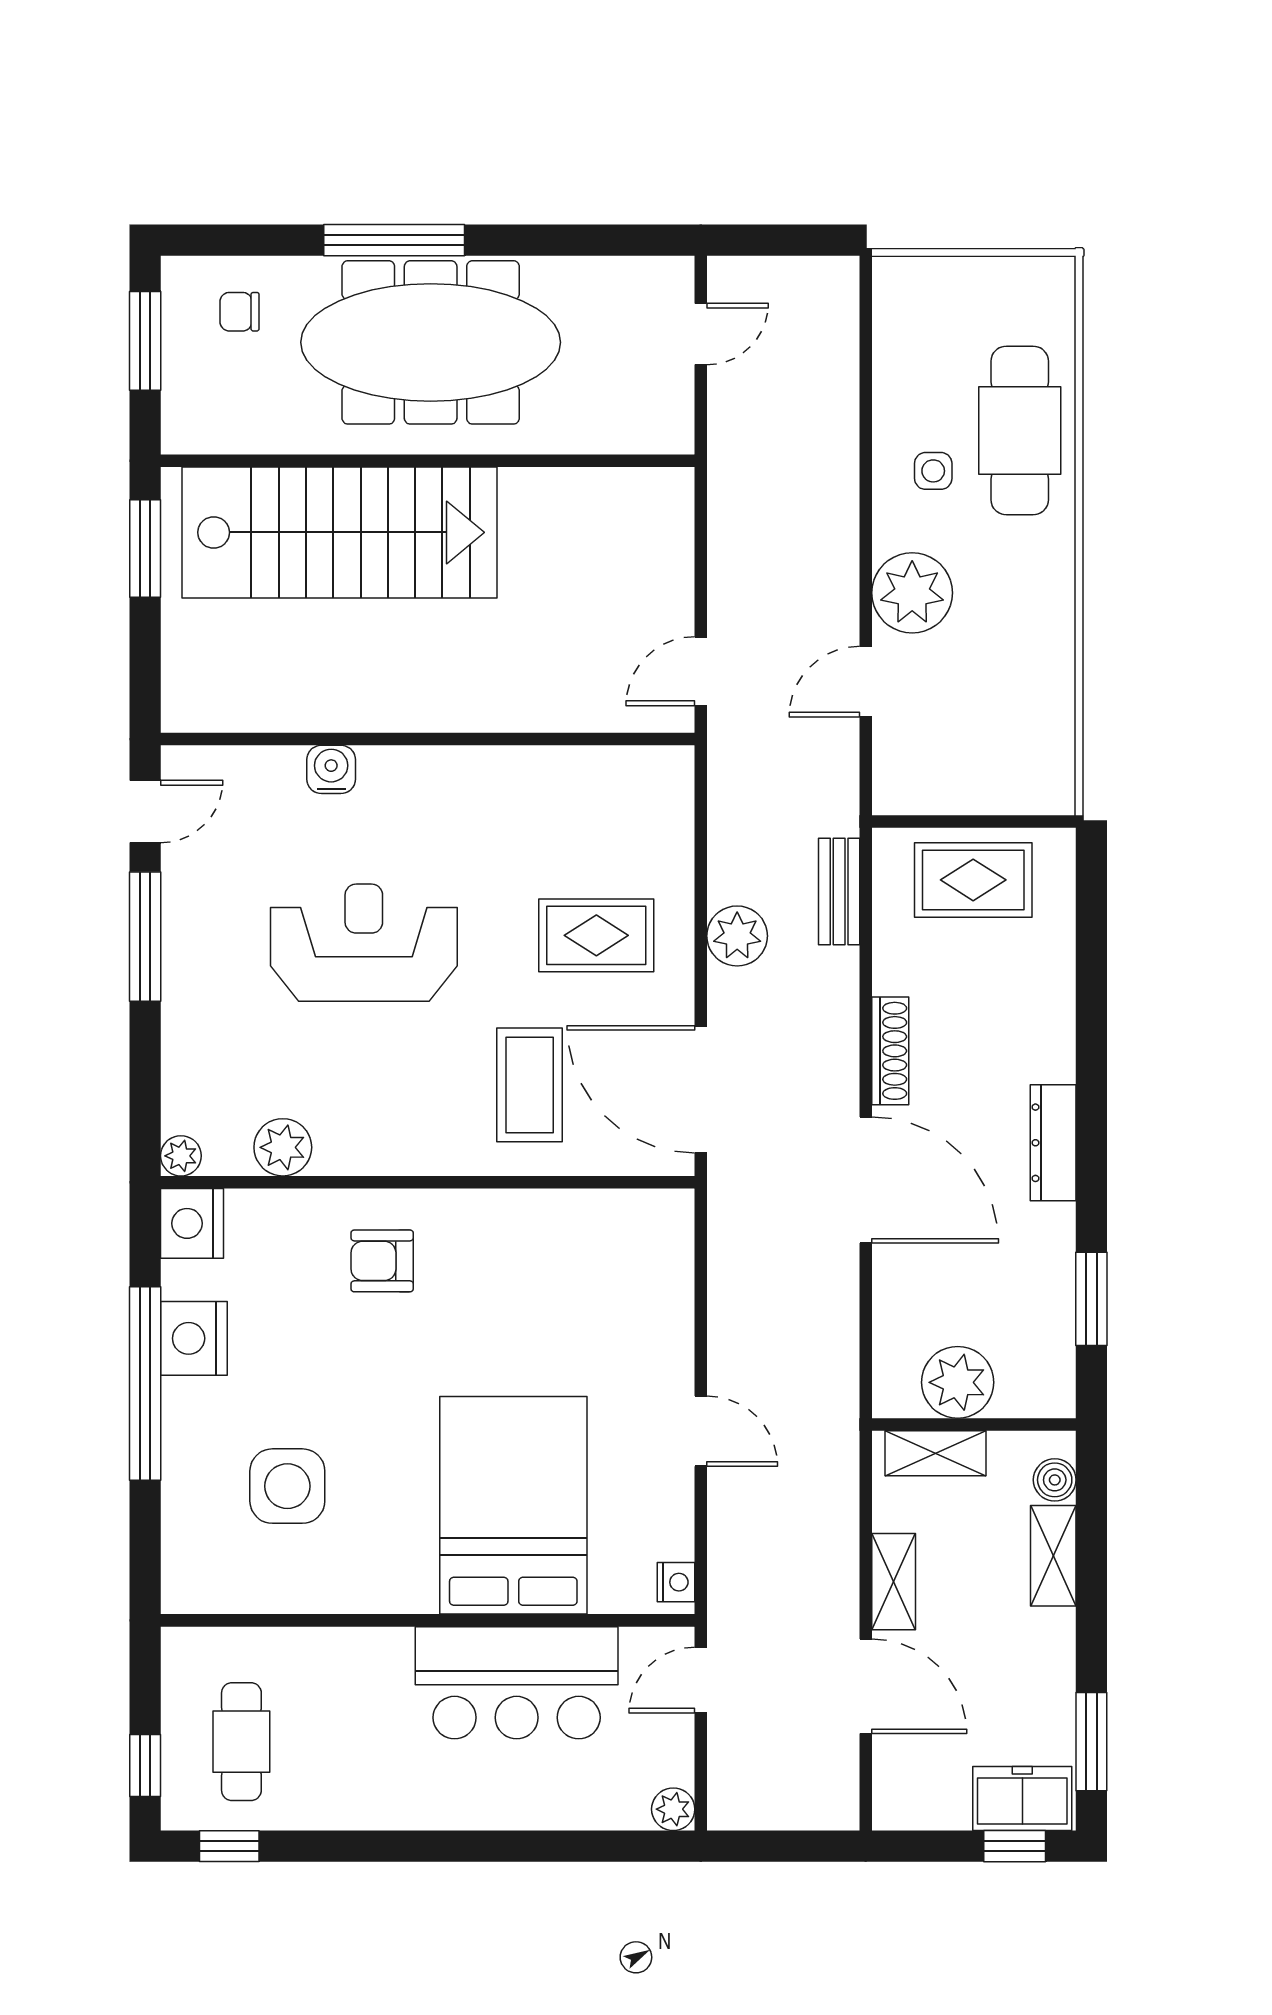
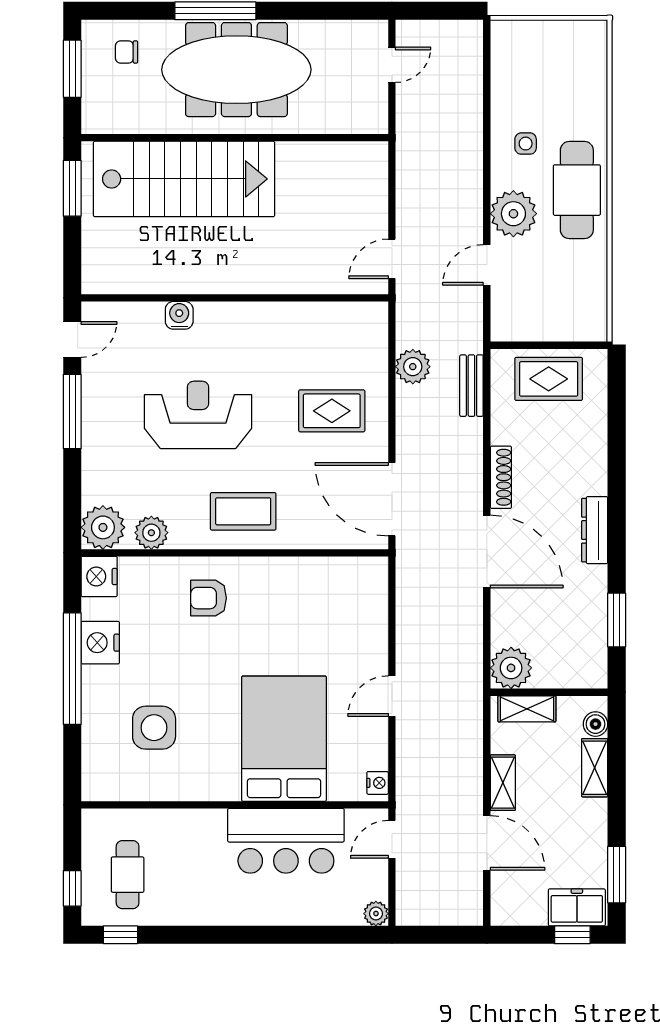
cafe table: (1020, 430) -> (577, 190), moved
plant: (737, 936) -> (413, 367), moved
coffee table: (530, 1085) -> (243, 511), moved, turned 90
plant: (181, 1156) -> (103, 527), width x1.87, depth x1.87
plant: (958, 1382) -> (511, 668), moved
door: (701, 1431) -> (392, 696), swing flipped

